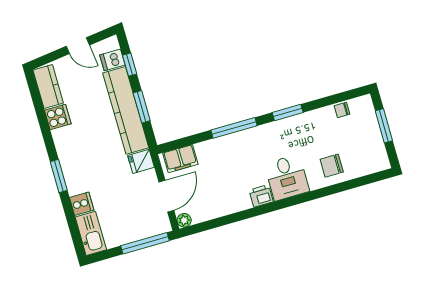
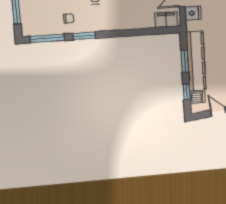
chair: (342, 110) -> (69, 19), moved
window: (234, 128) -> (47, 38), moved
fridge: (141, 161) -> (193, 13), moved

